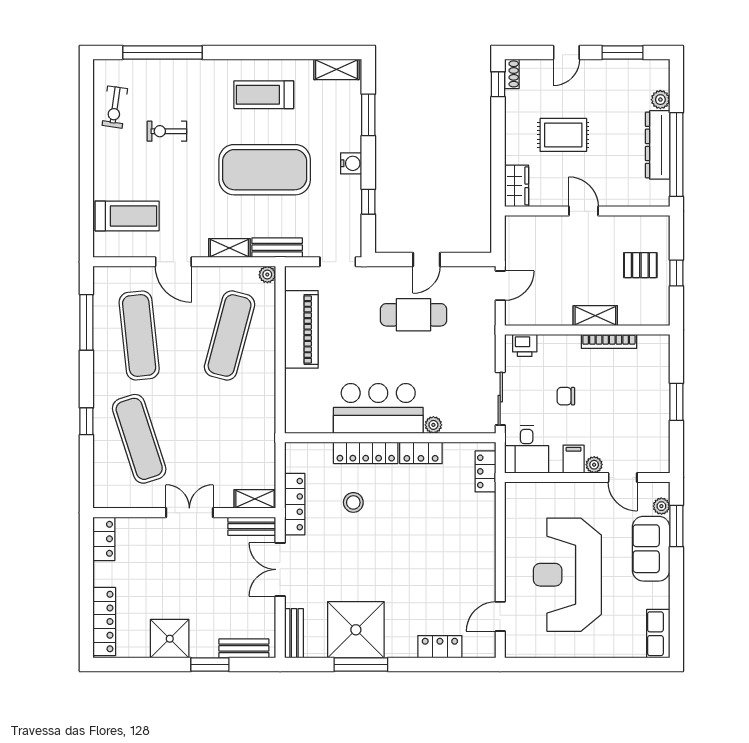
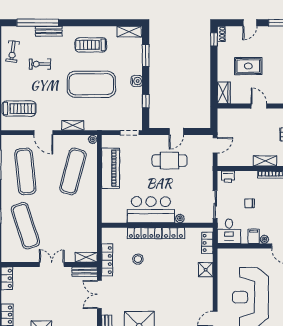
bench: (277, 248) -> (49, 31), moved
shower: (482, 522) -> (206, 270), added

